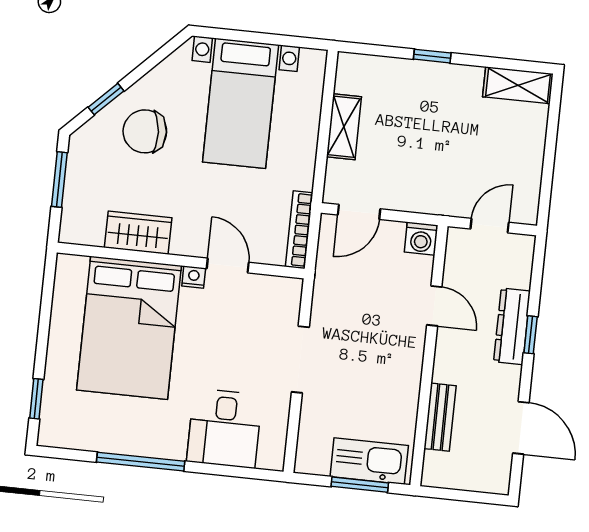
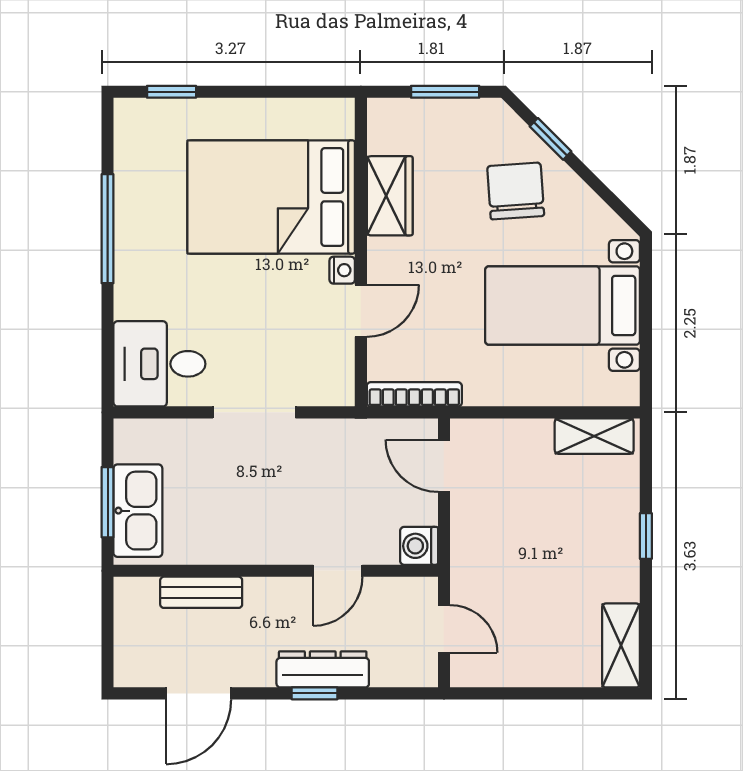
shelving: (344, 127) -> (594, 436), moved
desk: (224, 428) -> (159, 364), moved

